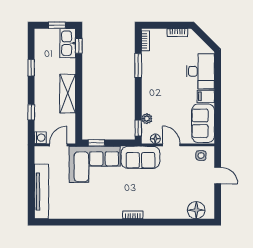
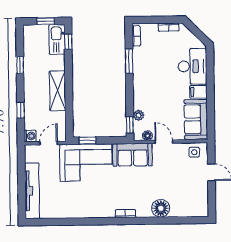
floor lamp: (196, 210) -> (161, 208), moved

